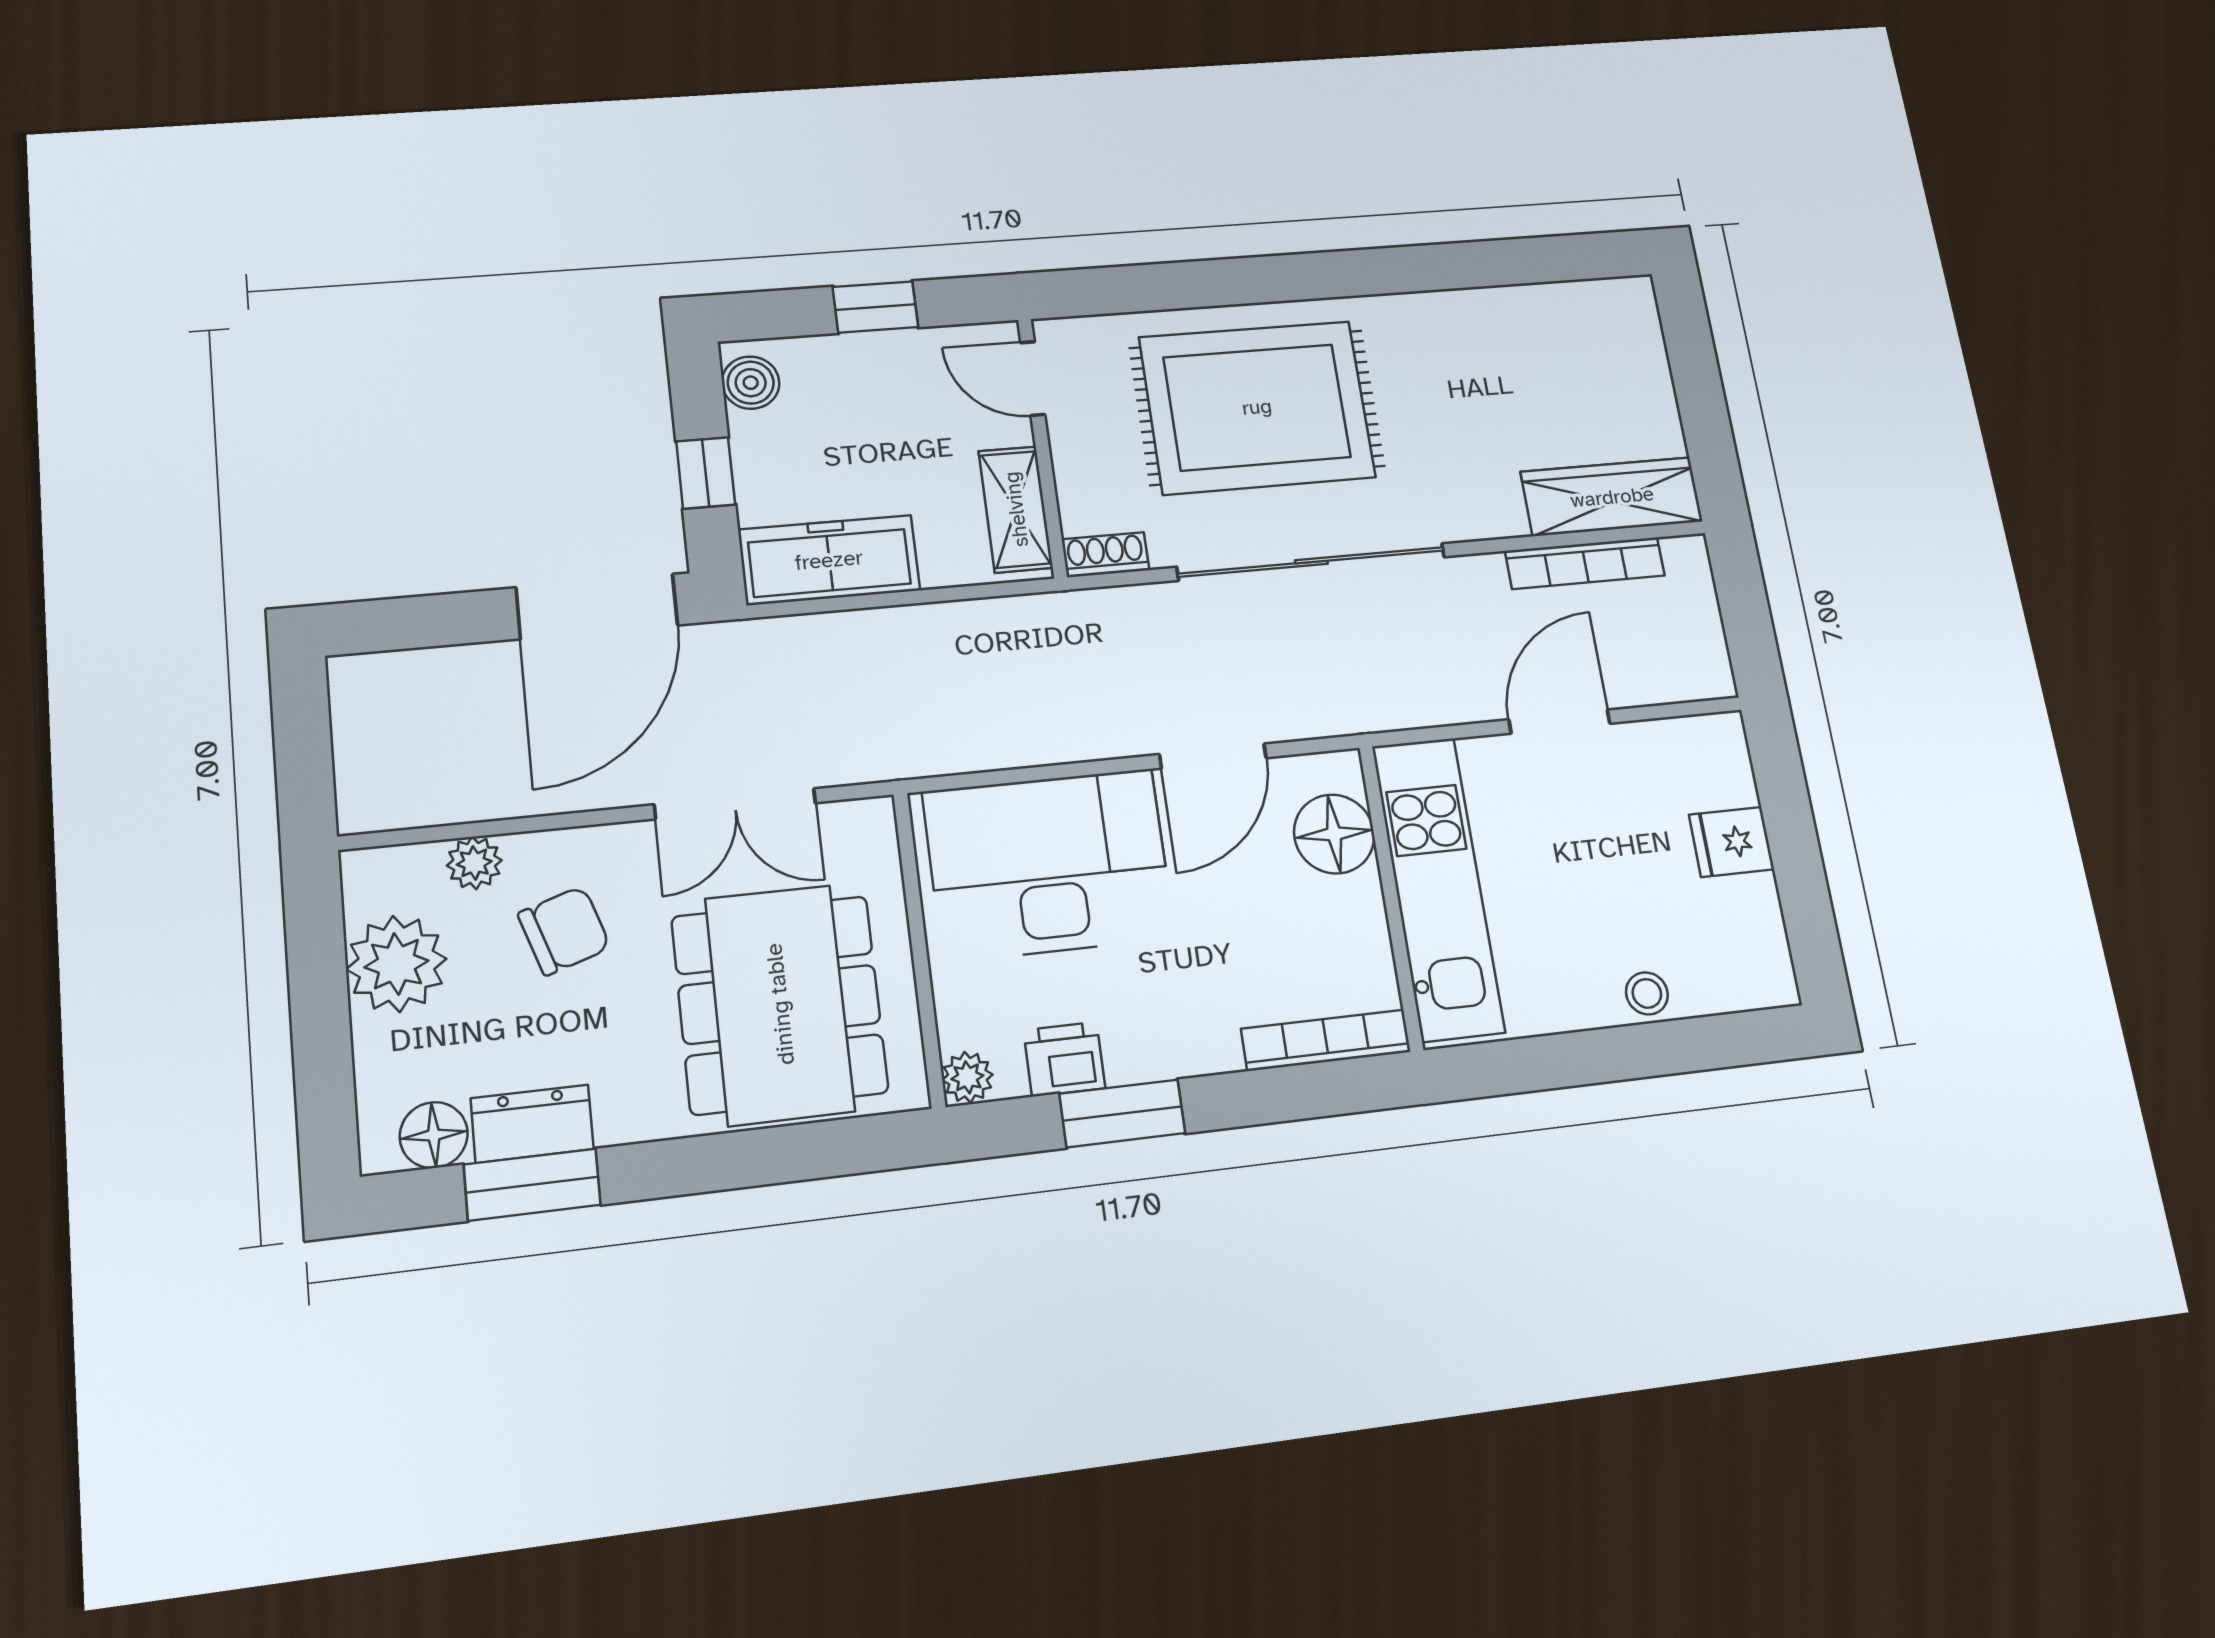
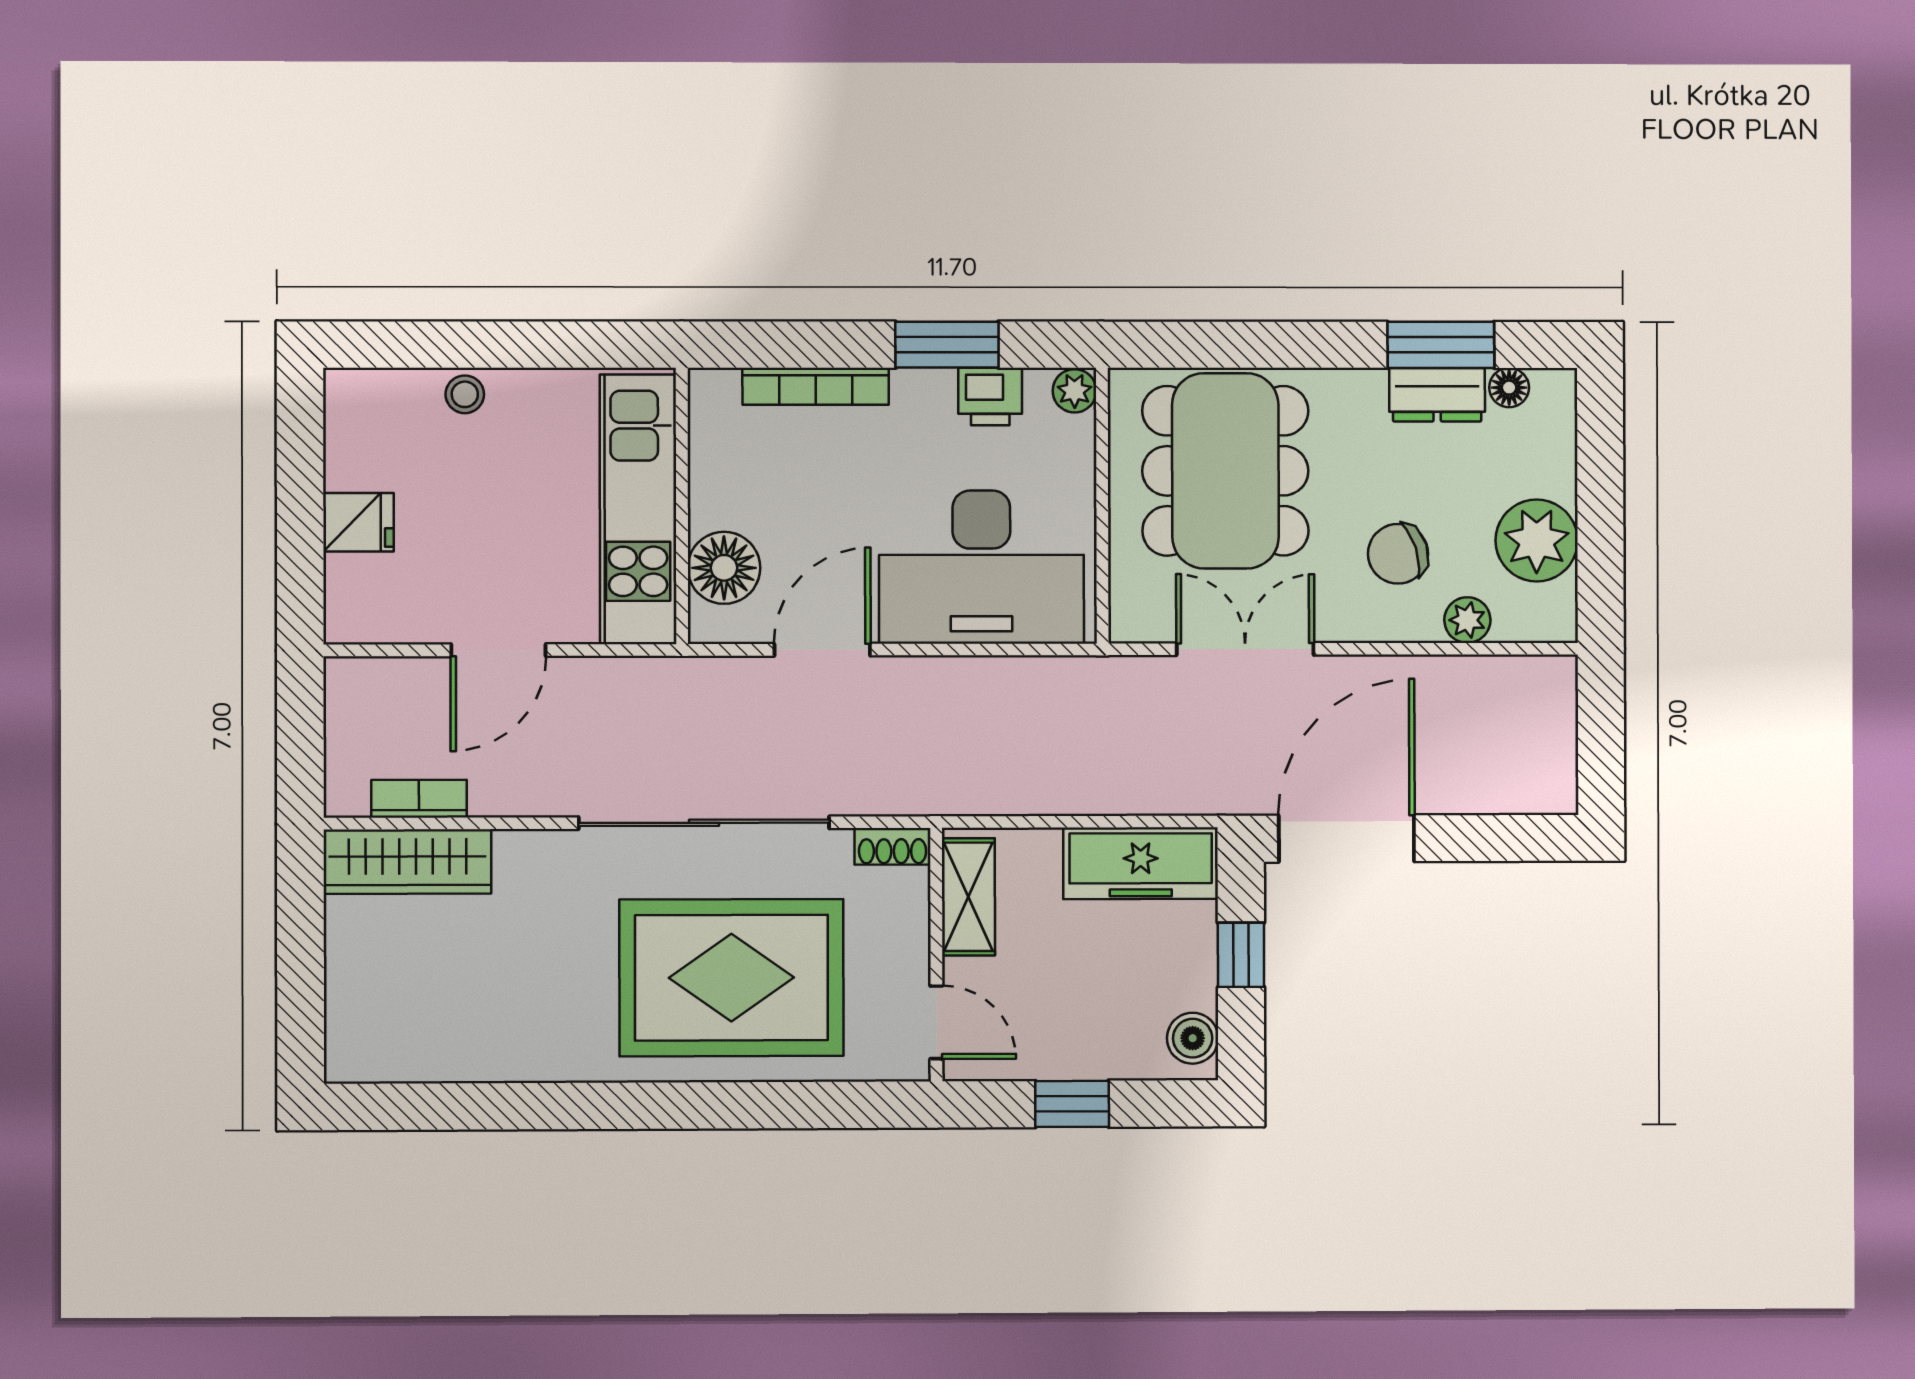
bookcase: (1585, 563) -> (419, 799), width x0.64
bookcase: (1326, 1040) -> (816, 386), moved
floor lamp: (434, 1135) -> (1509, 388), width x0.73, depth x0.73

